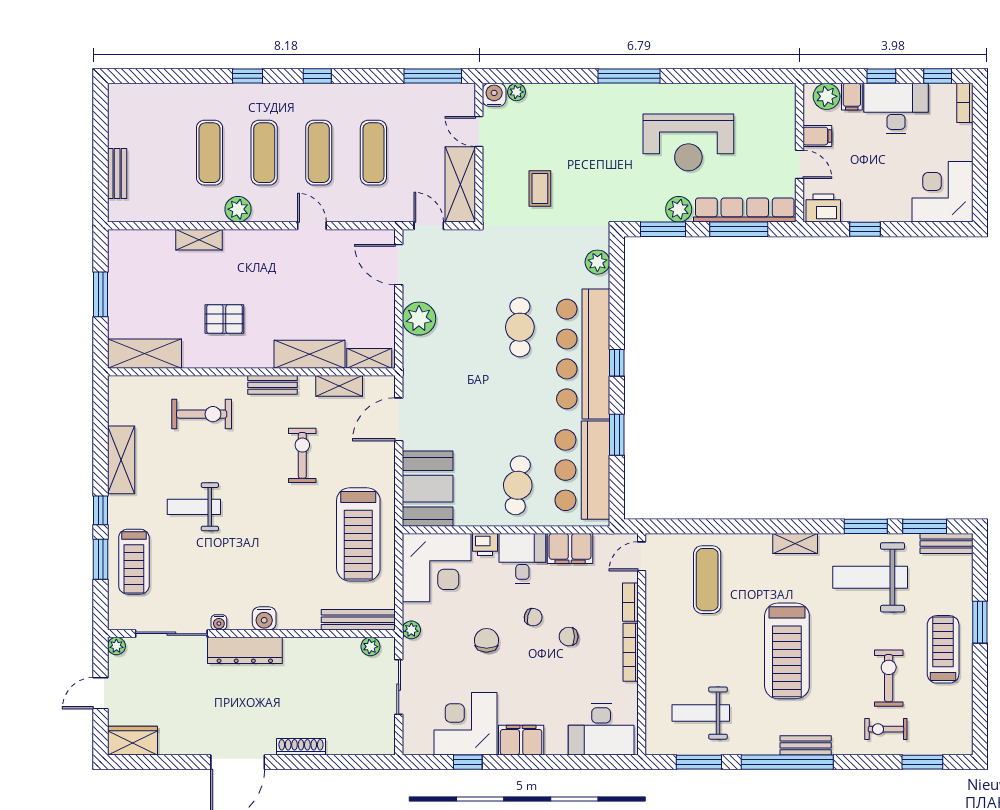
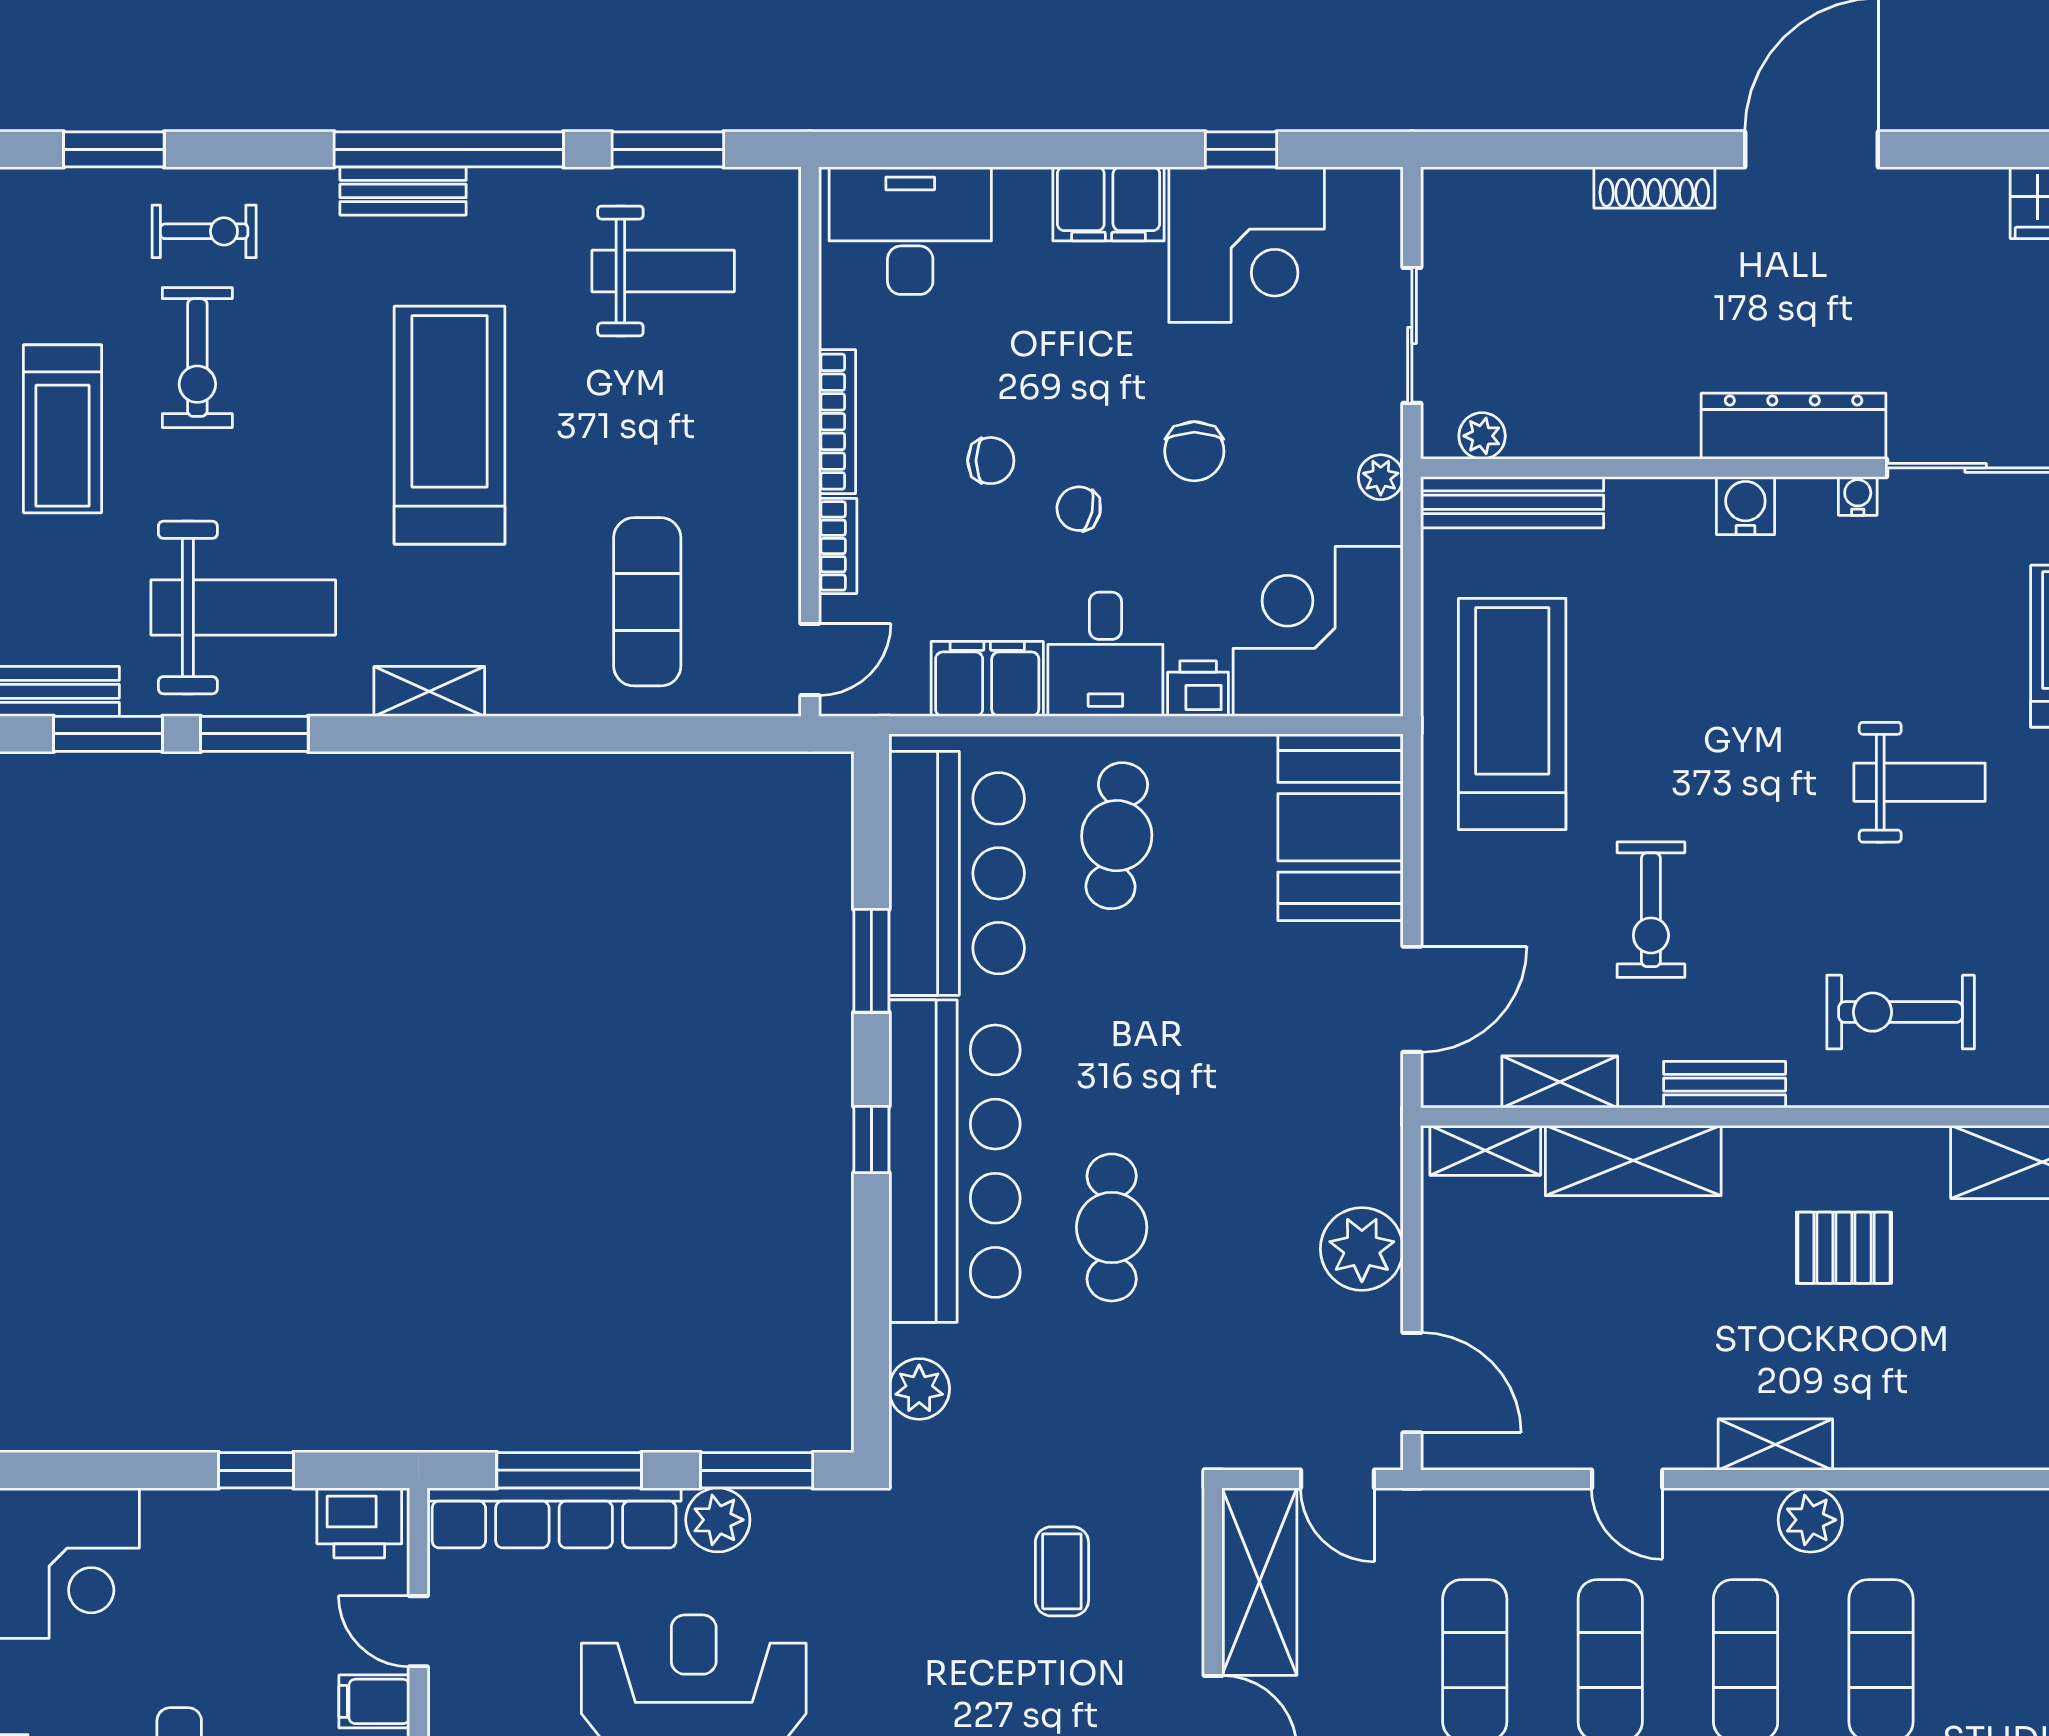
shelving: (199, 240) -> (1775, 1445), moved

